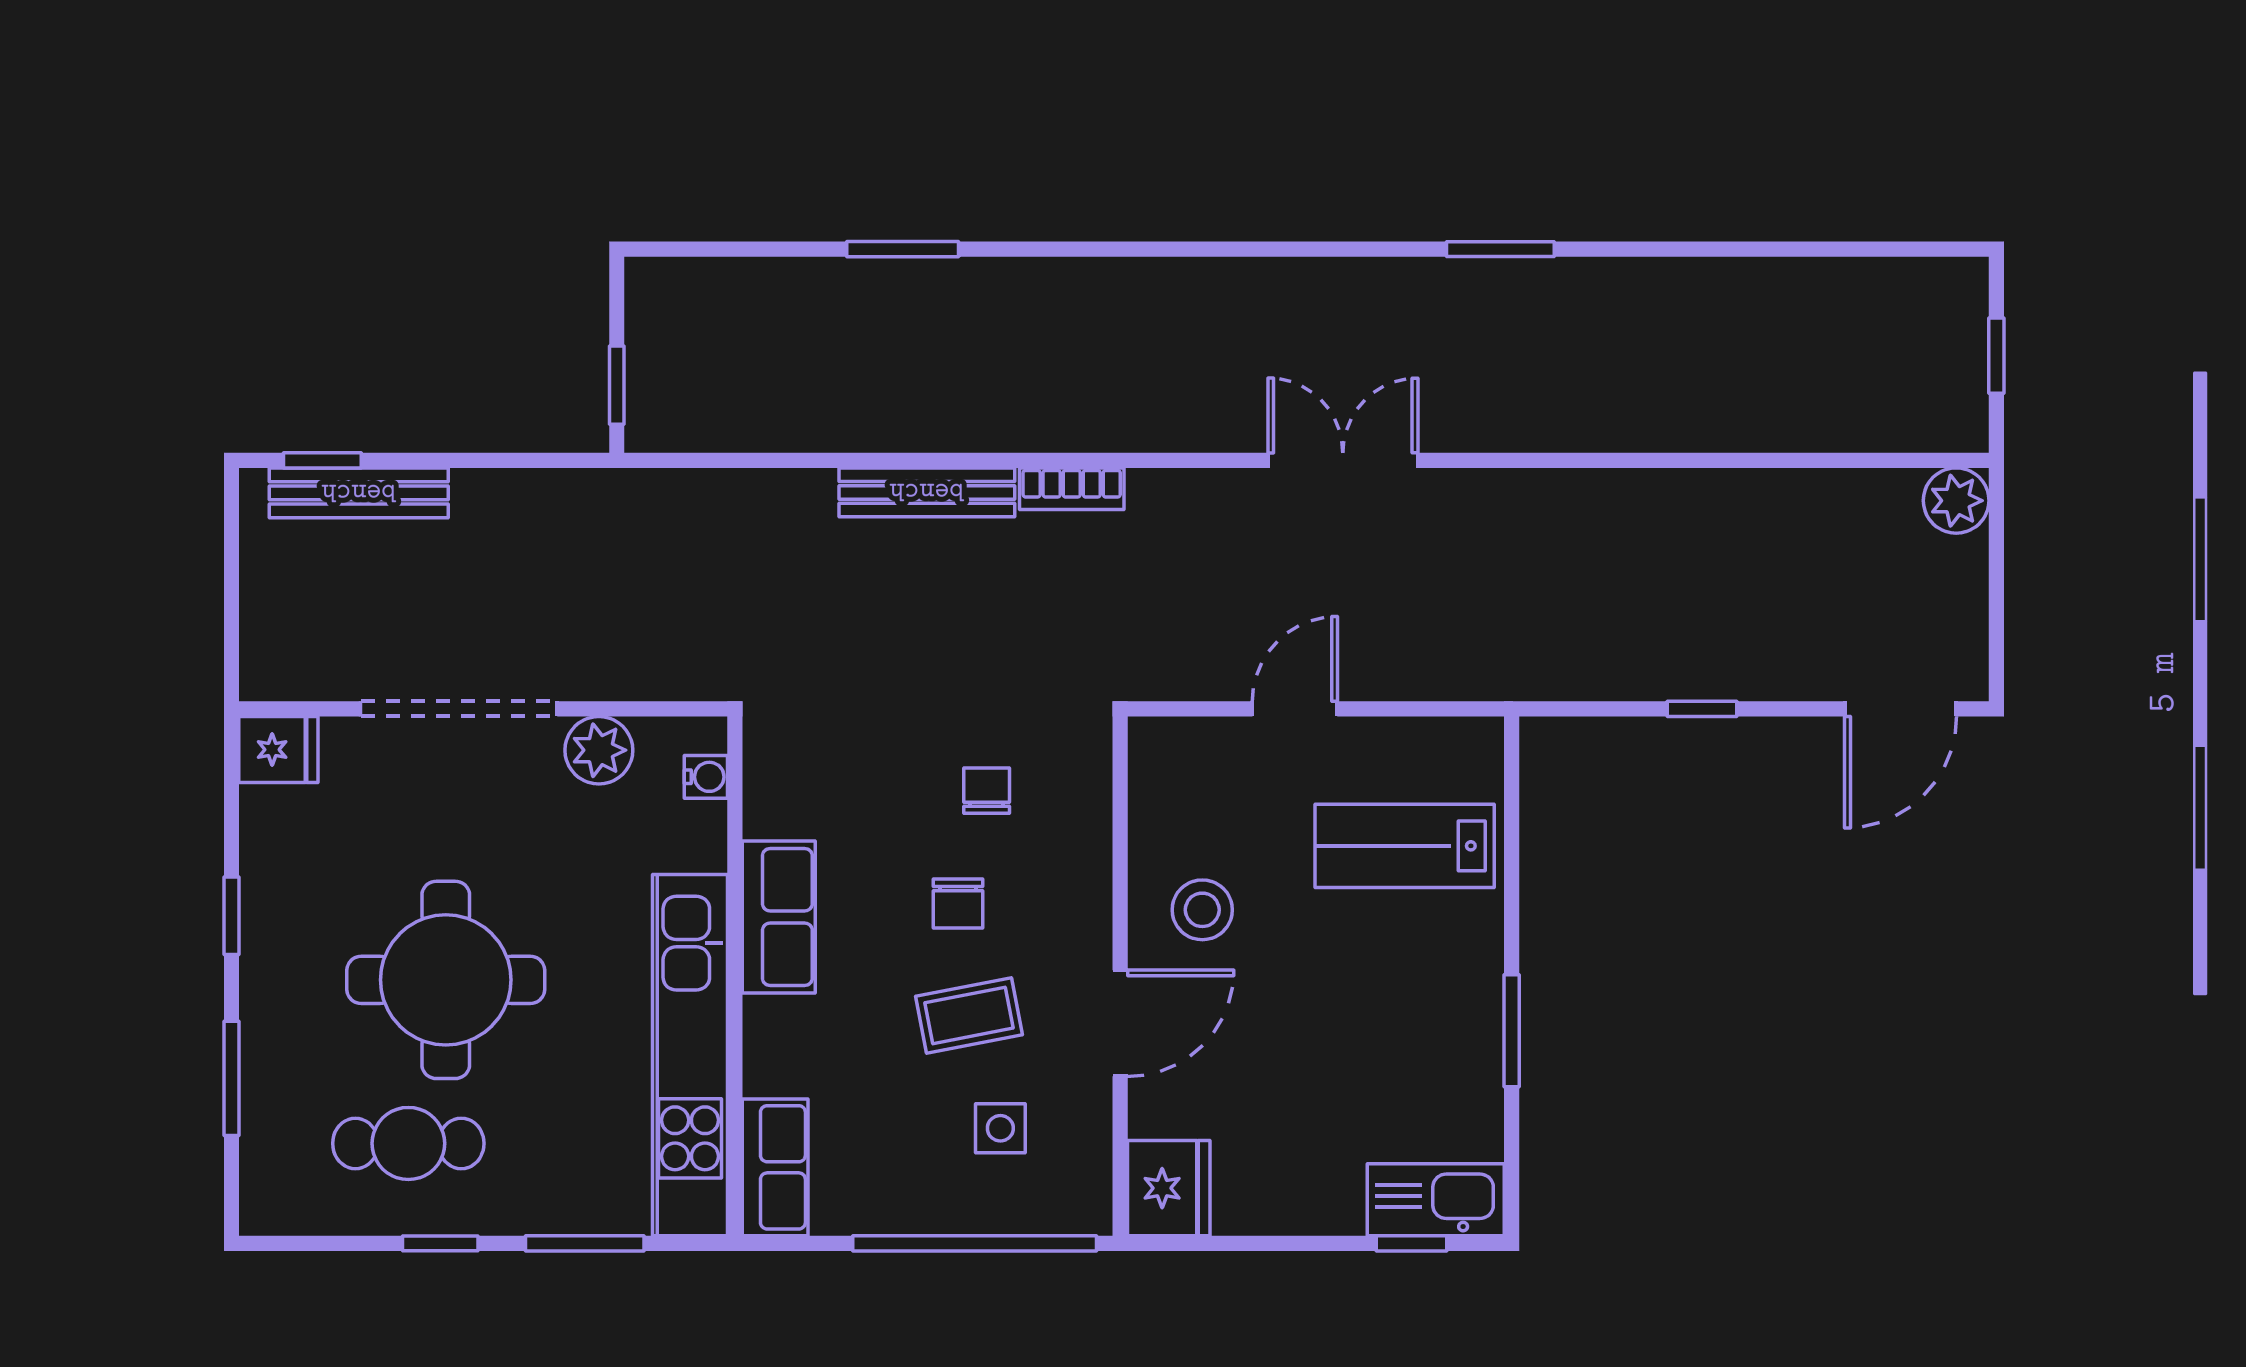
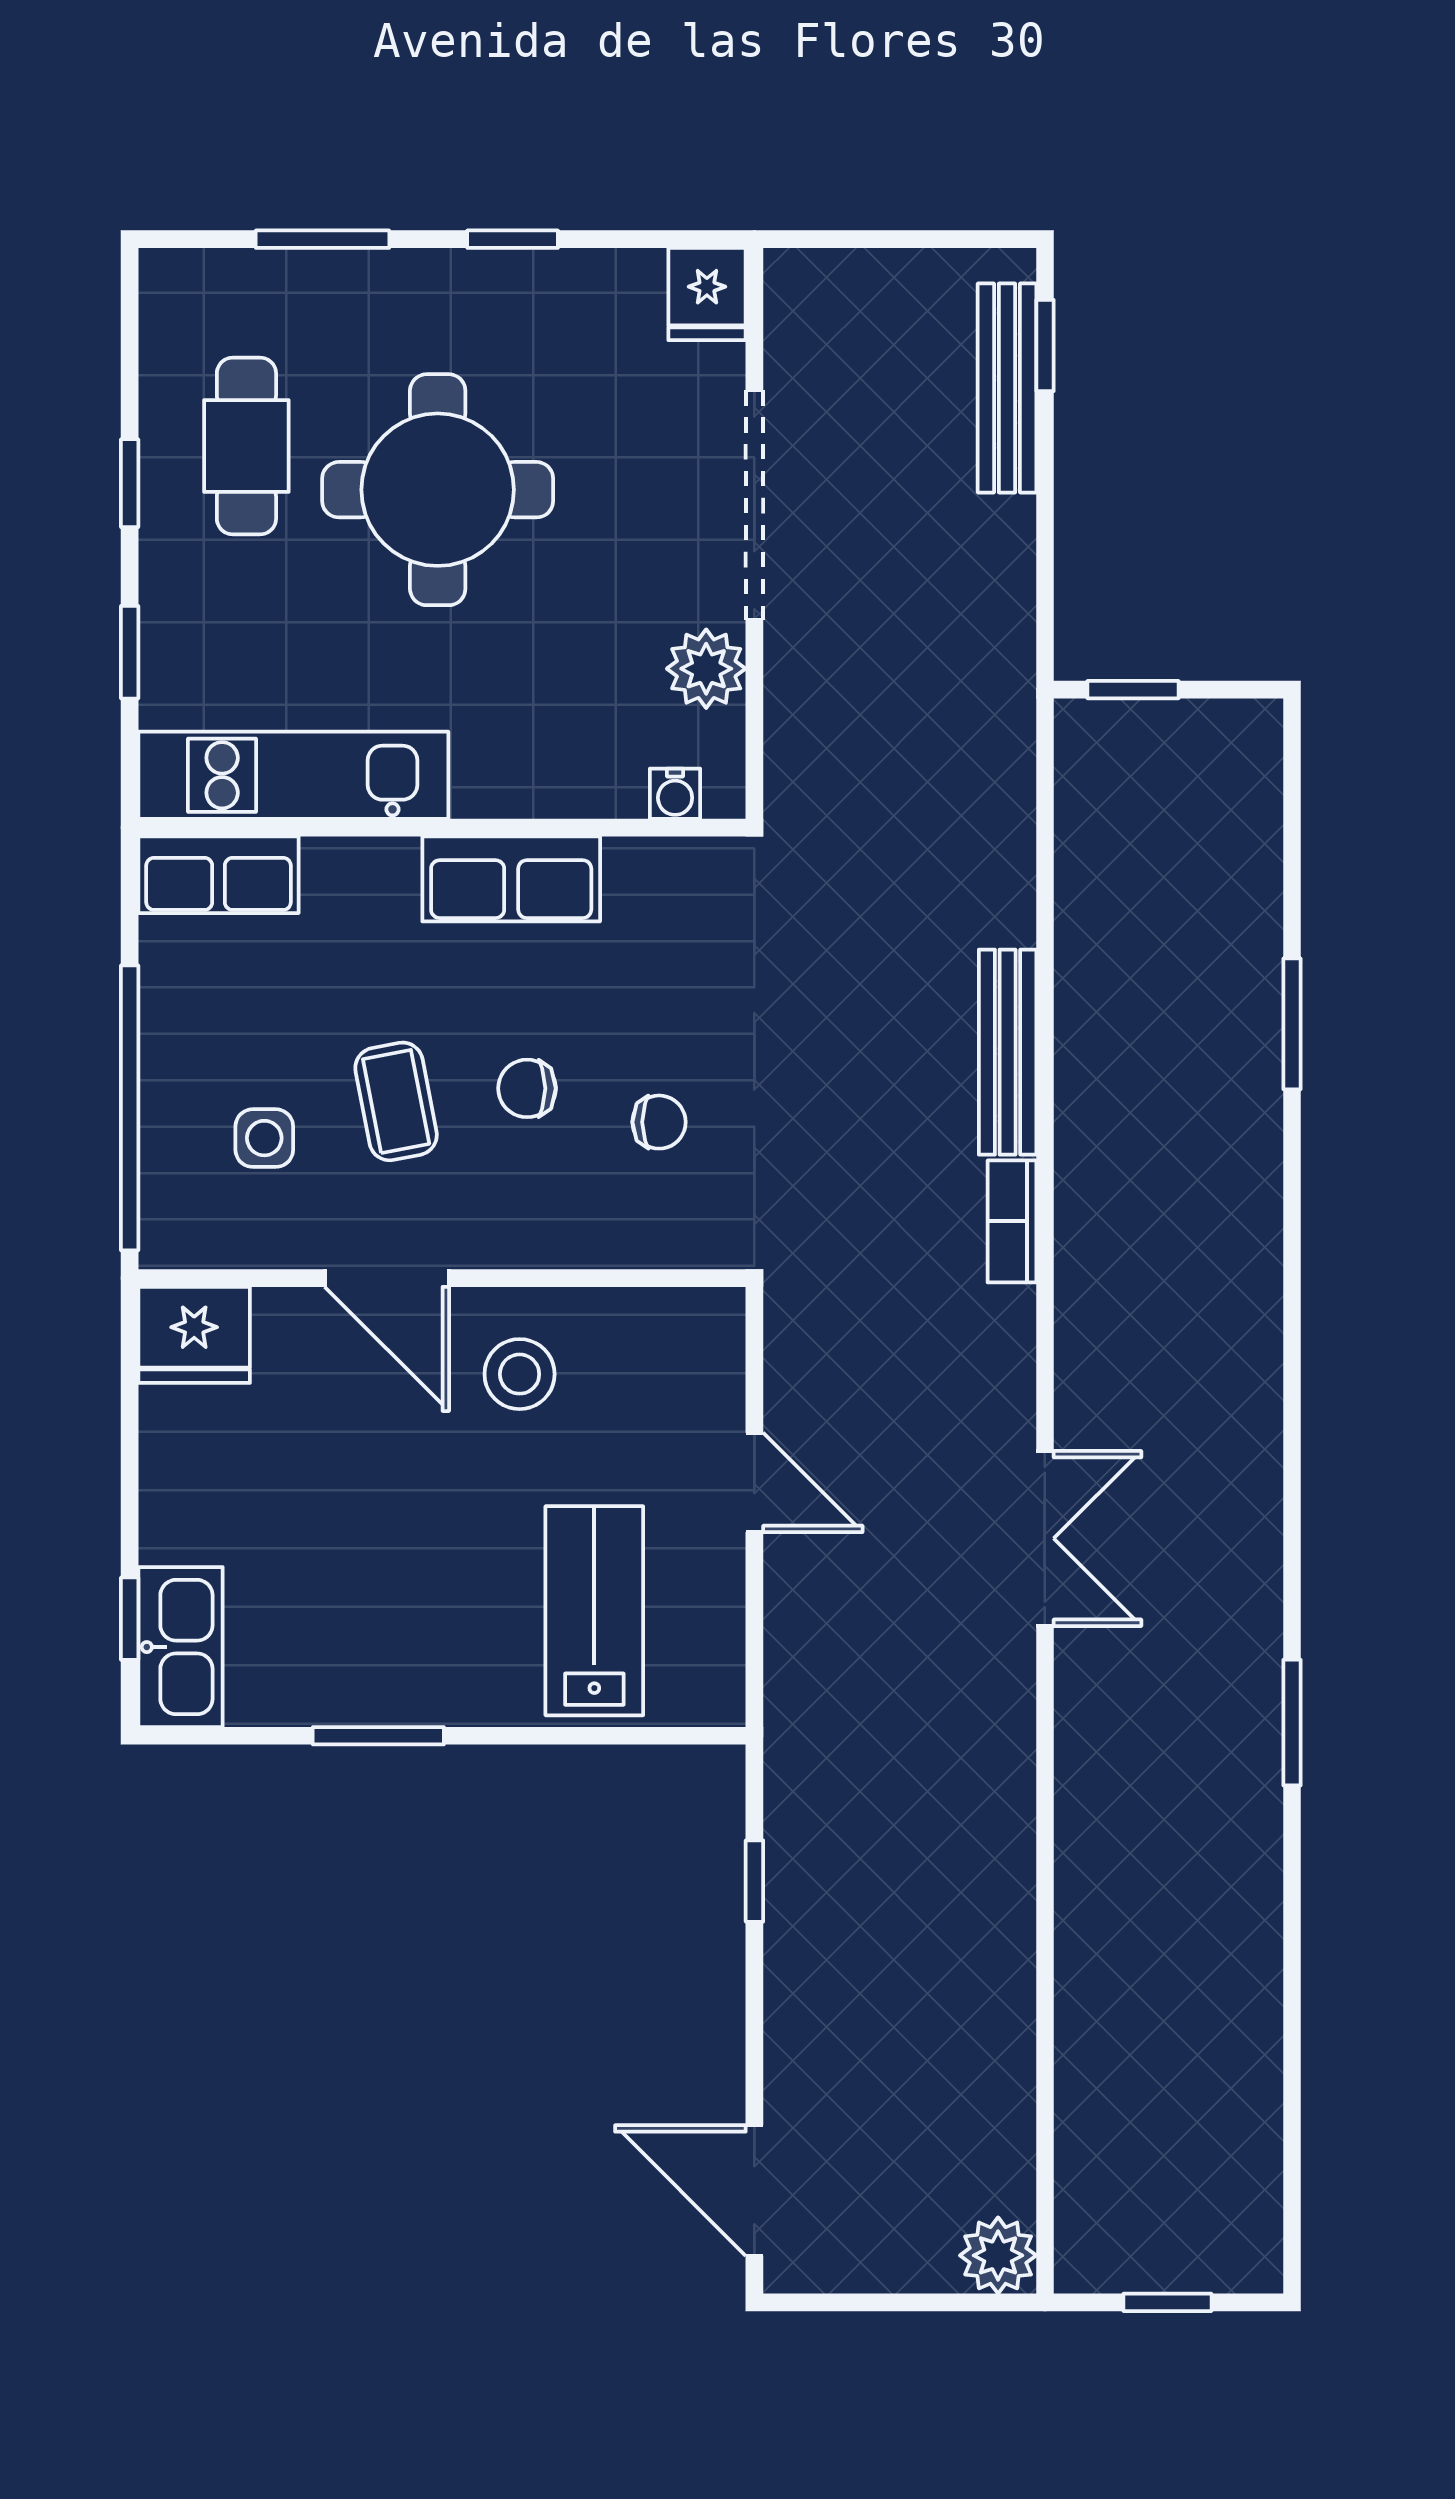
window: (1702, 709) -> (754, 1881), moved
kitchen unit: (690, 1055) -> (293, 775), width x0.73
window: (585, 1243) -> (130, 652), width x0.67

